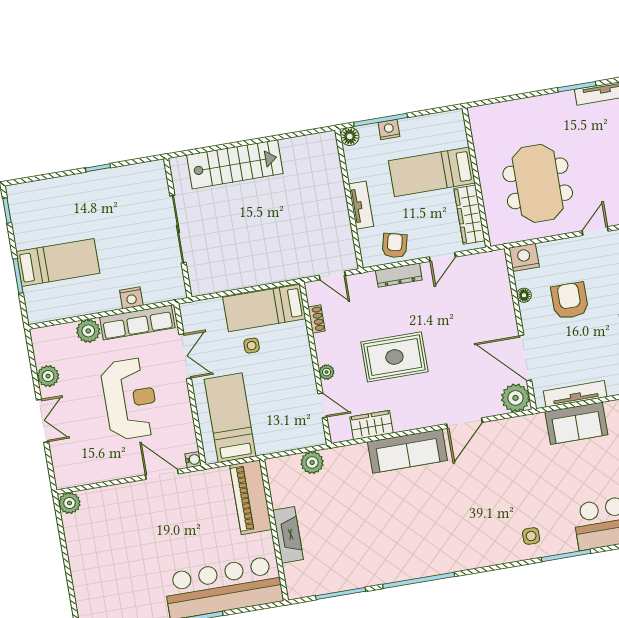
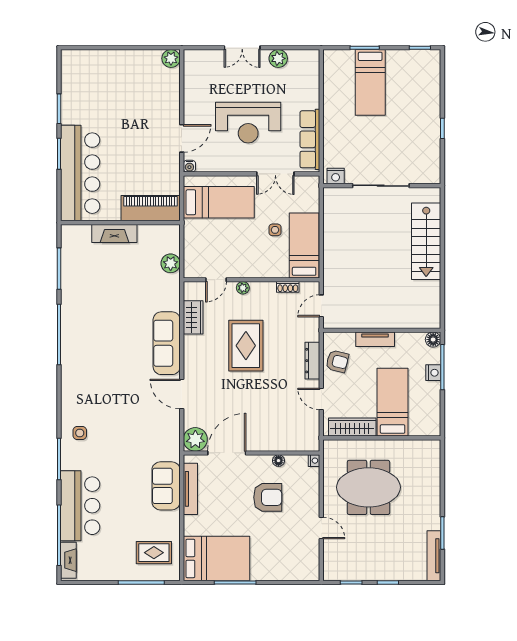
nightstand: (524, 257) -> (314, 461), width x0.53, depth x0.56
nightstand: (131, 298) -> (336, 176), moved, turned -90
plant: (88, 331) -> (310, 98), removed

